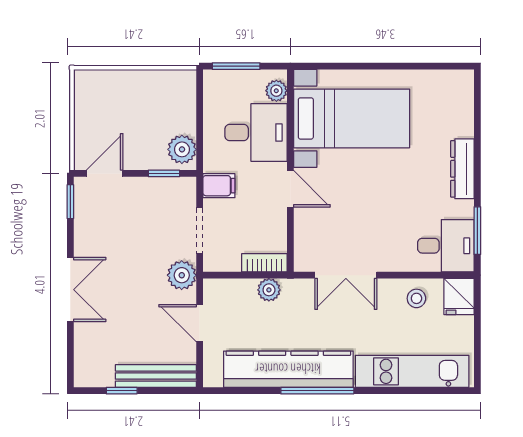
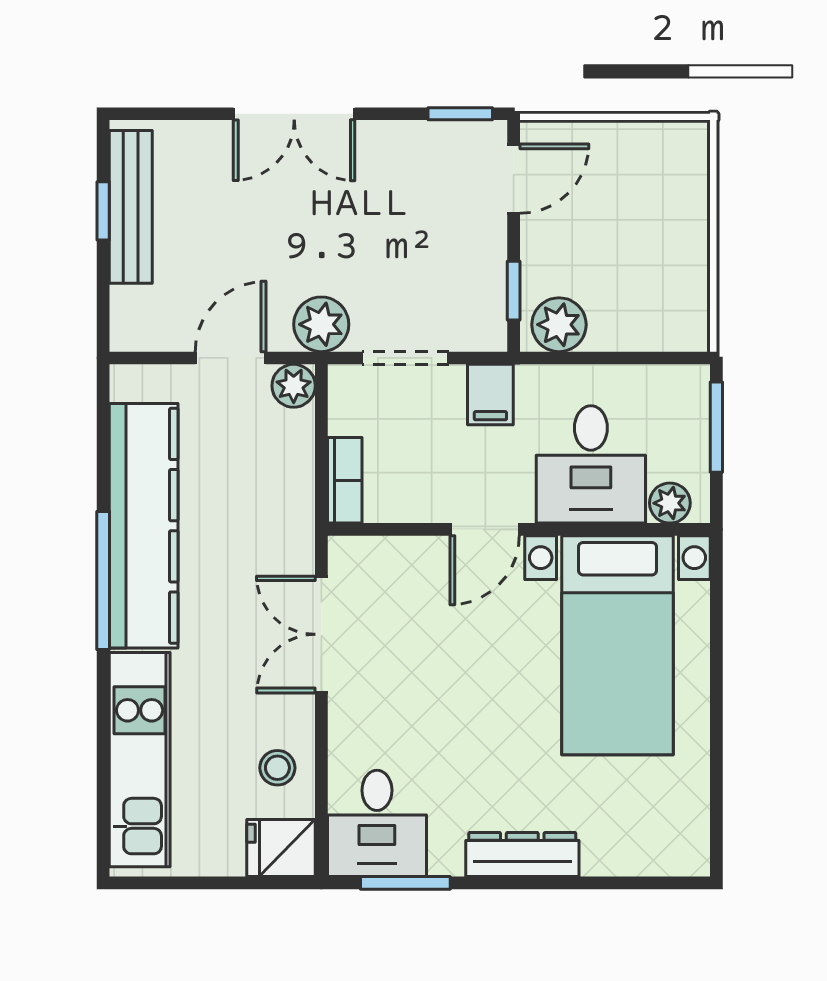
door: (105, 173) -> (514, 179), hinge flipped
plant: (269, 290) -> (294, 386), moved
bench: (156, 376) -> (131, 207), moved

